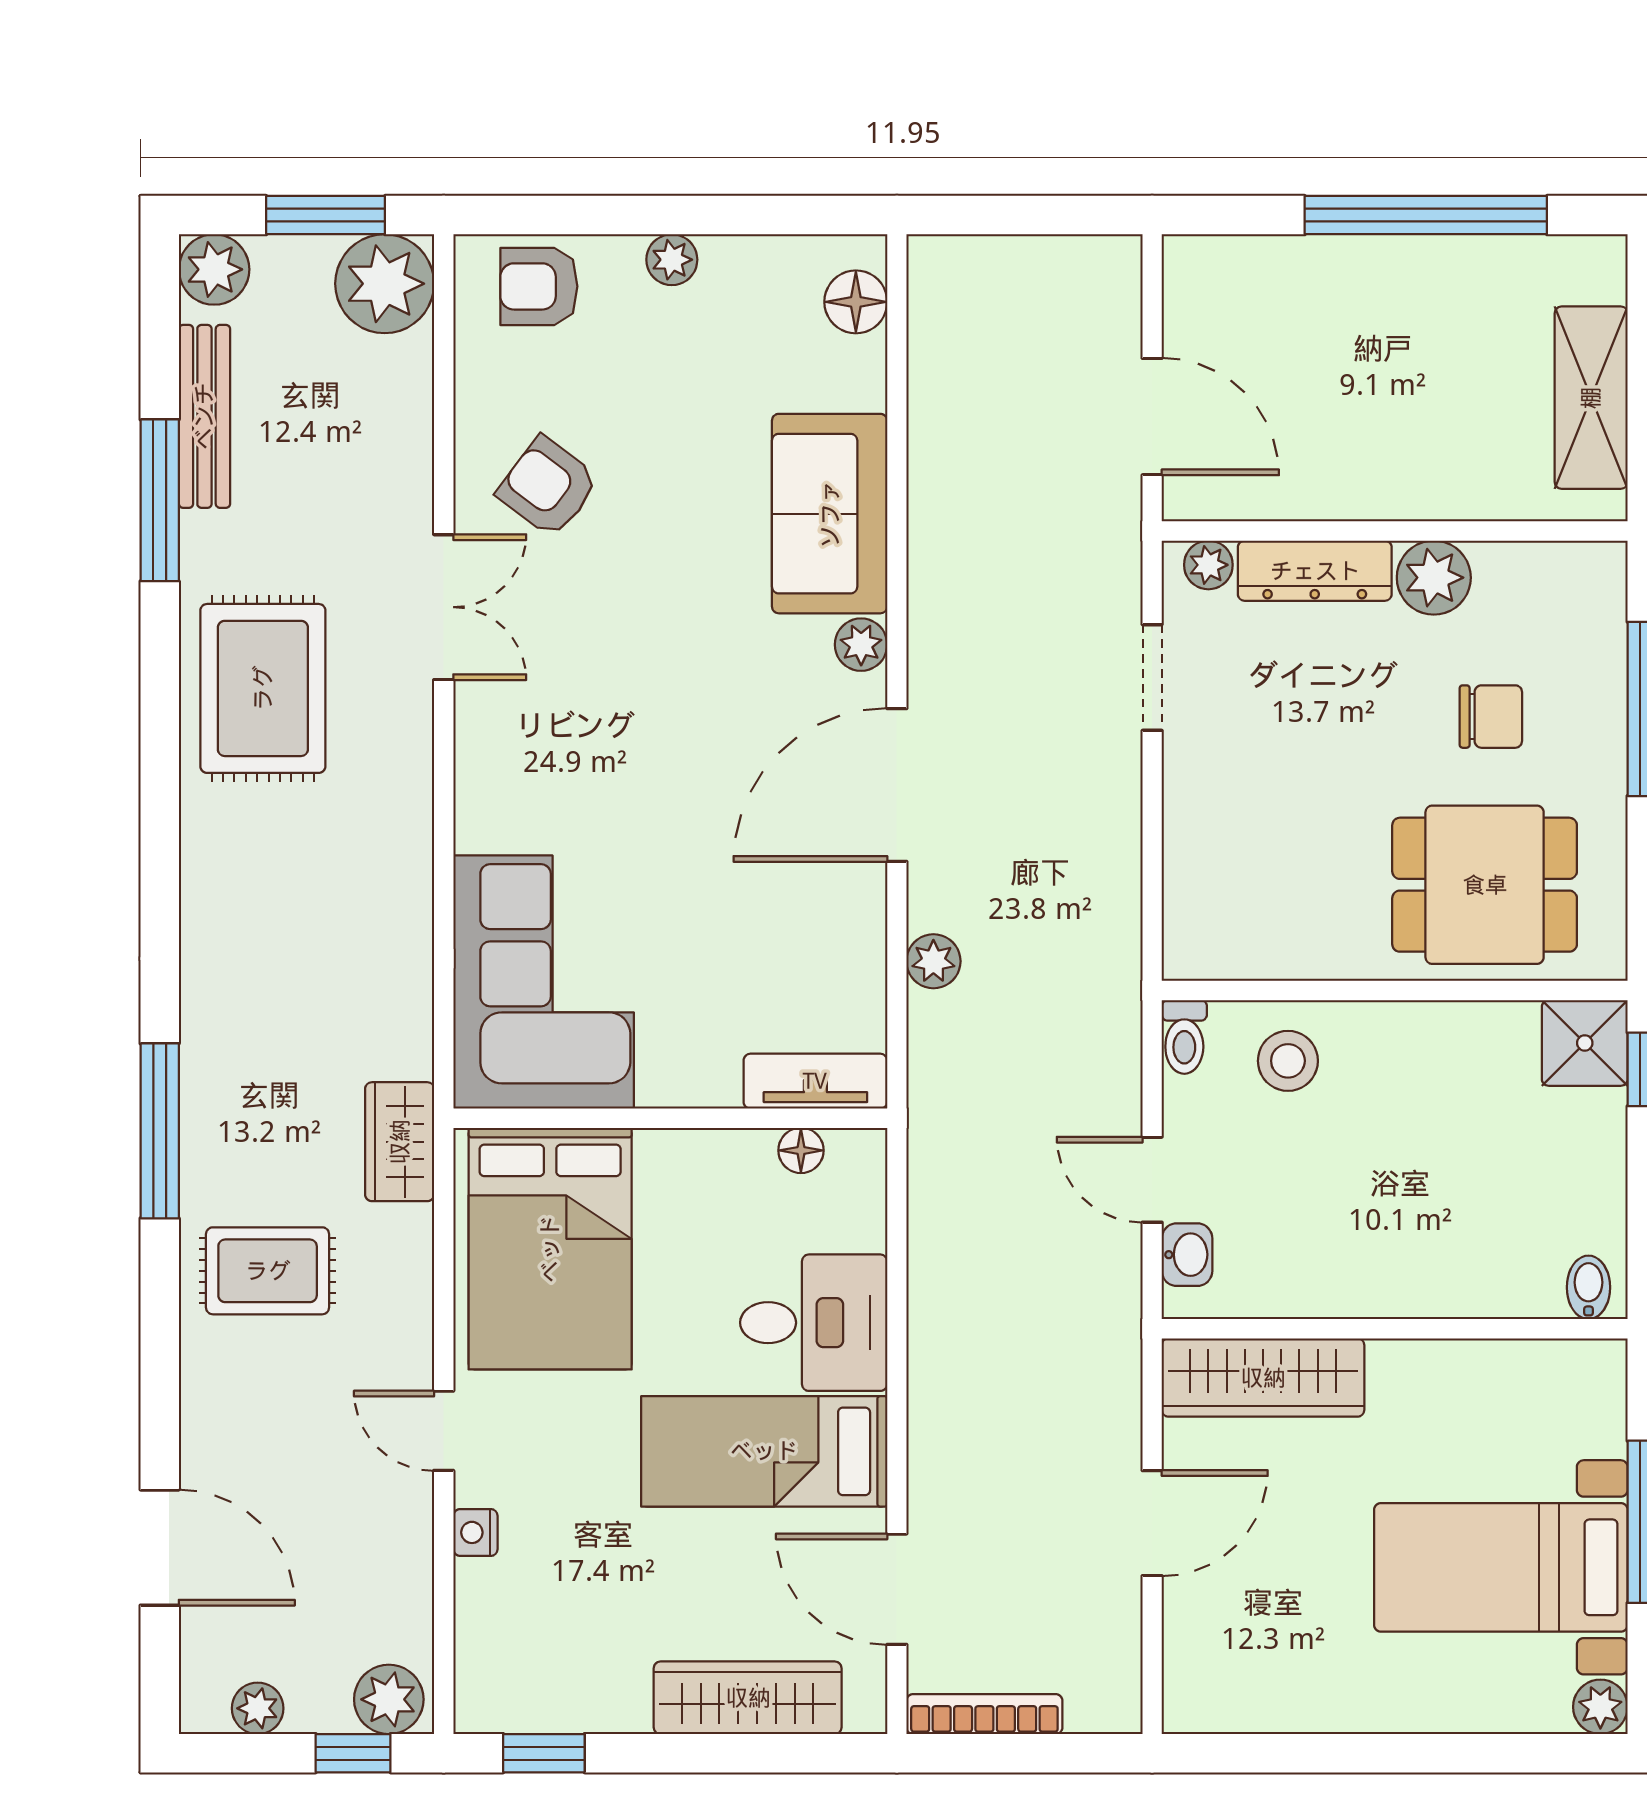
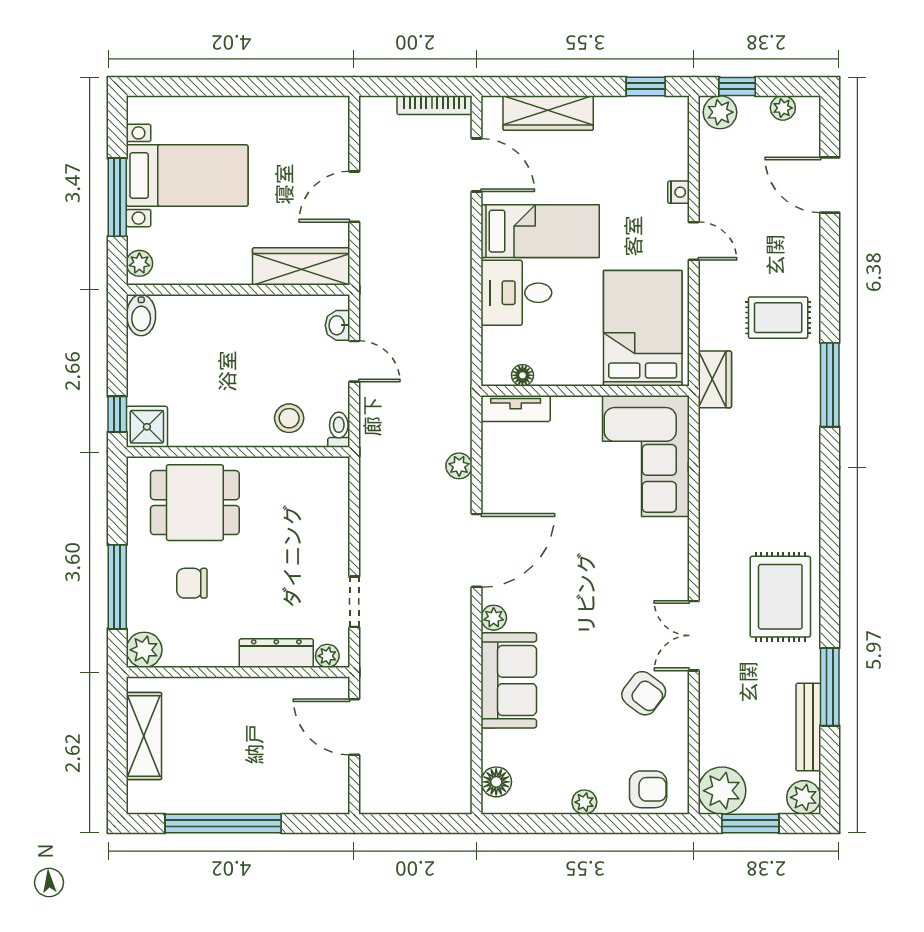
plant: (1434, 578) -> (144, 650), moved
bidet: (1588, 1287) -> (141, 315), width x1.38, depth x1.36
plant: (1600, 1707) -> (139, 263), moved

